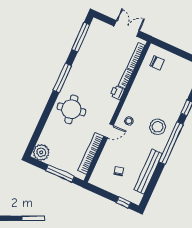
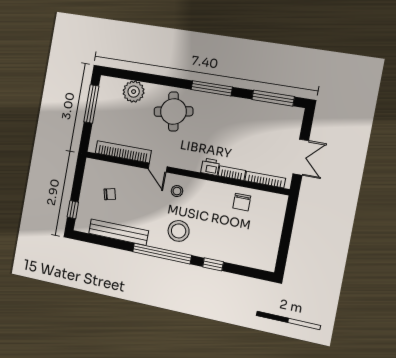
chair: (157, 63) -> (242, 202), moved
plant: (41, 152) -> (134, 92), moved
window: (60, 174) -> (91, 104), moved

